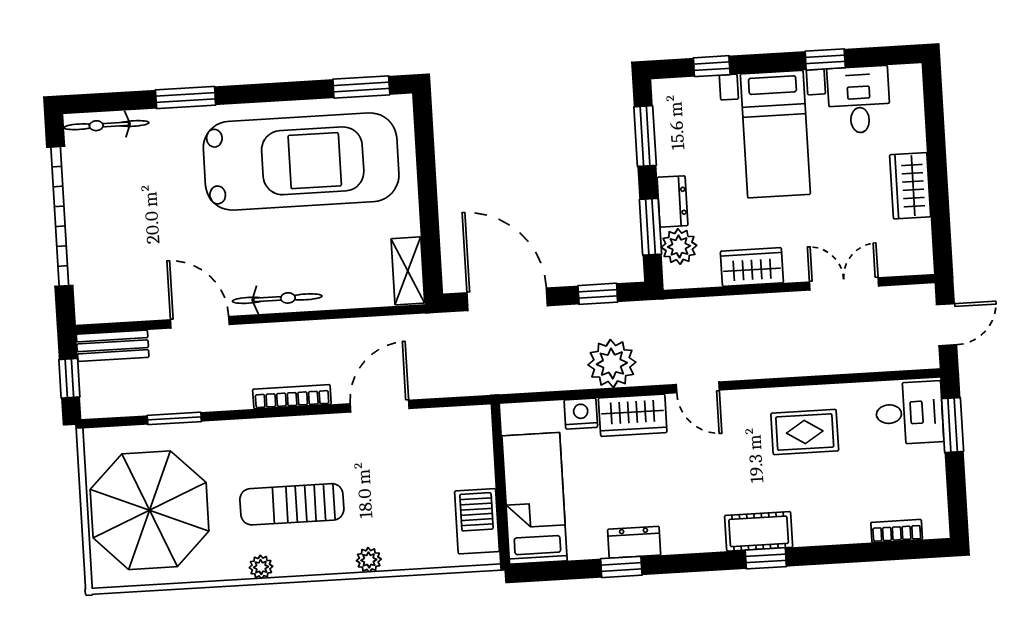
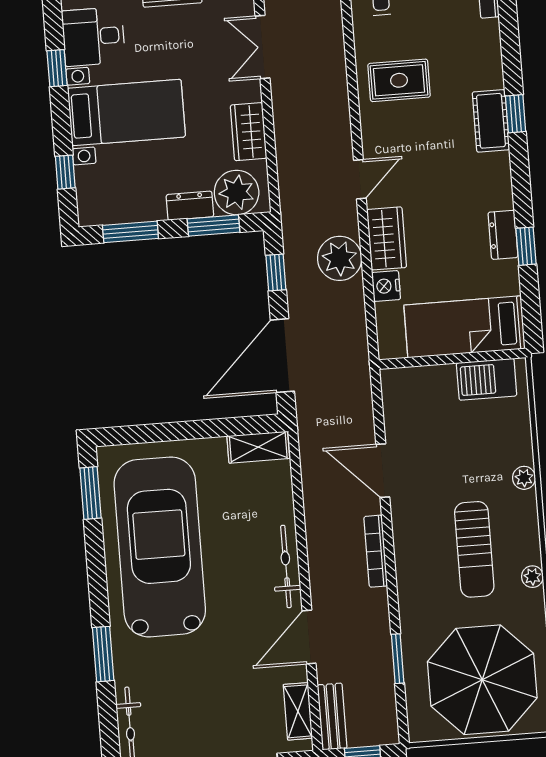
plant: (679, 246) -> (237, 193), width x1.36, depth x1.36
shelving: (119, 309) -> (298, 711), added
rug: (805, 432) -> (399, 80), turned 90

